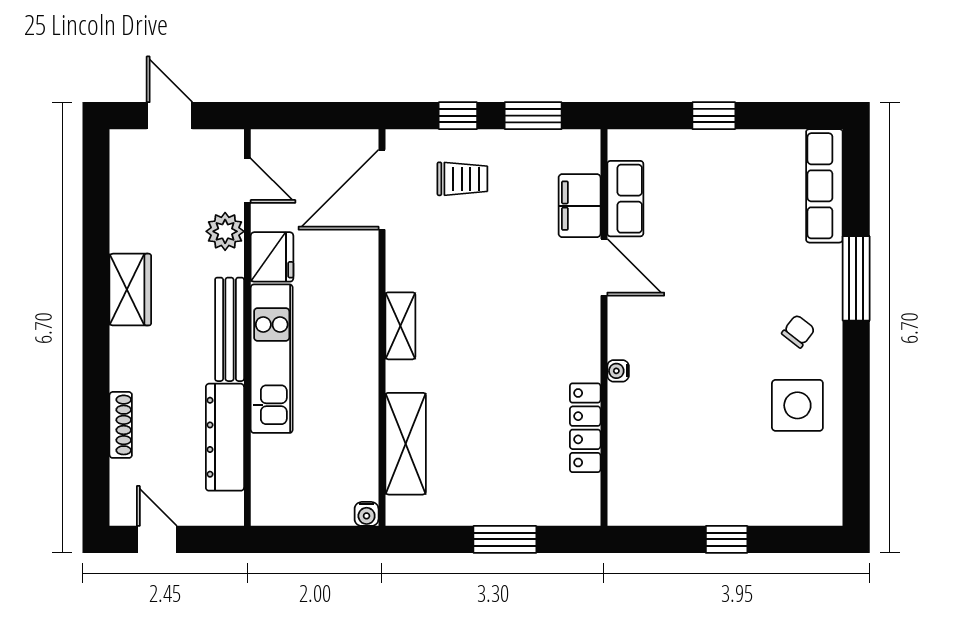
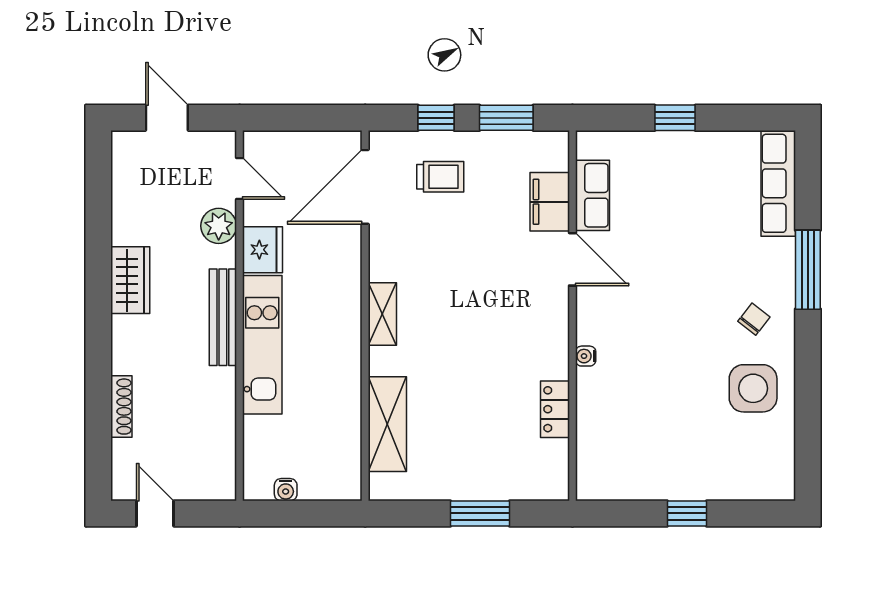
locker: (585, 428) -> (555, 409), width x0.66
dresser: (225, 437) -> (219, 418), removed
water cooler: (367, 514) -> (286, 490), moved

